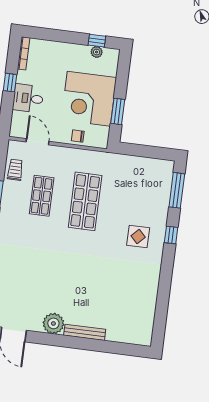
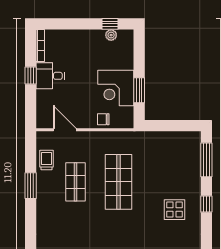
desk: (28, 98) -> (50, 76), moved
corner desk: (89, 99) -> (116, 88), width x0.74, depth x0.74

